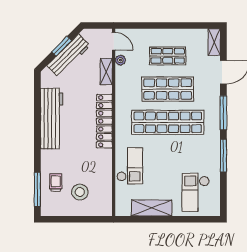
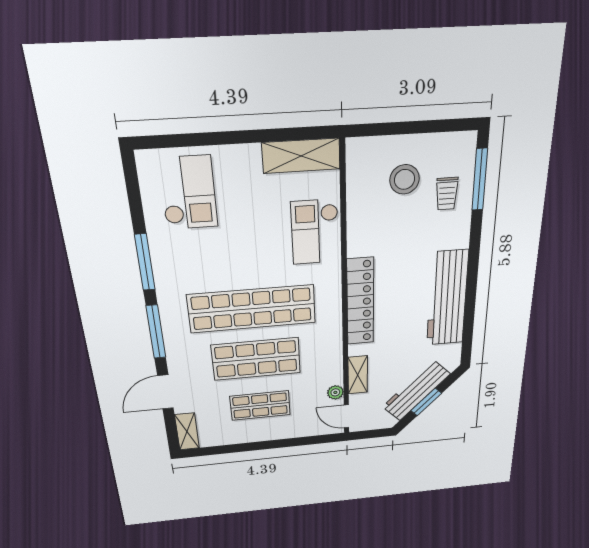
shelving: (152, 208) -> (301, 156), moved

